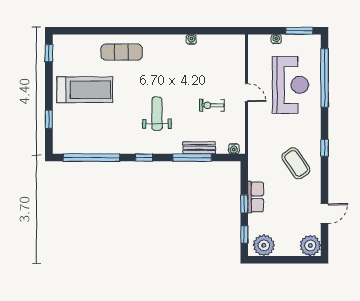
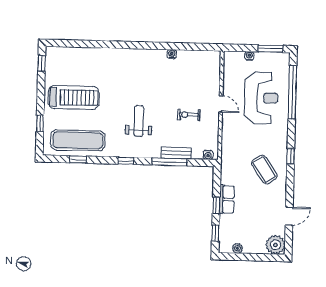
exercise mat: (122, 52) -> (78, 140), moved, width x1.36, depth x1.45
window: (91, 158) -> (78, 159), width x0.32
plant: (264, 245) -> (237, 248), width x0.53, depth x0.53

